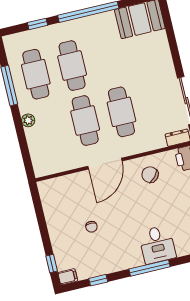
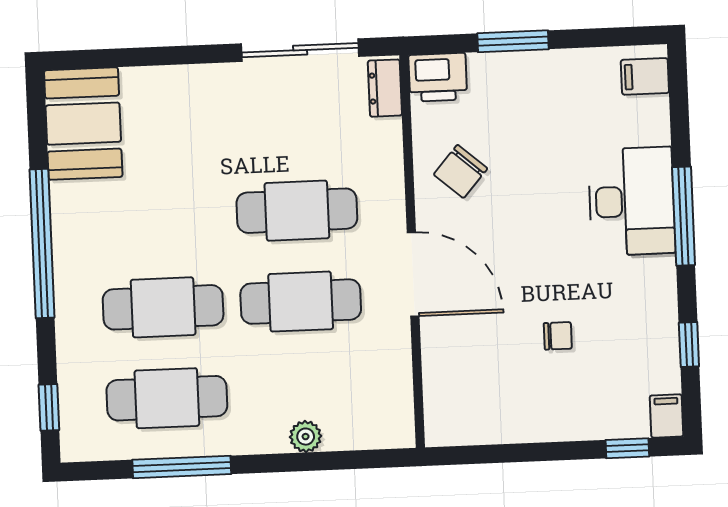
window: (38, 24) -> (49, 407), moved
plant: (28, 120) -> (306, 437), moved
desk: (157, 245) -> (632, 201), width x1.37

